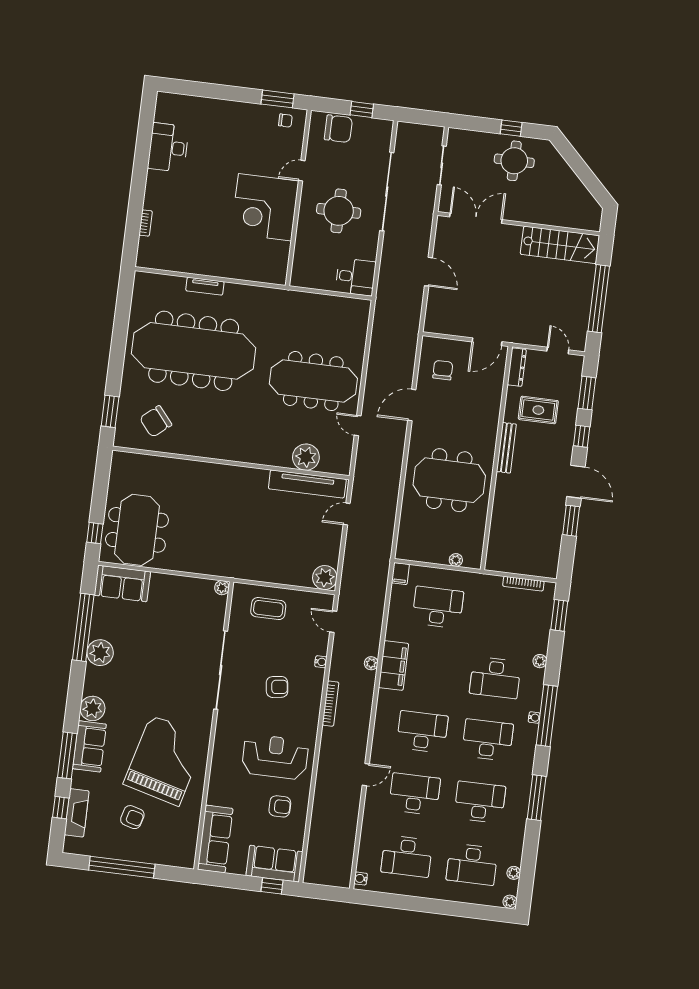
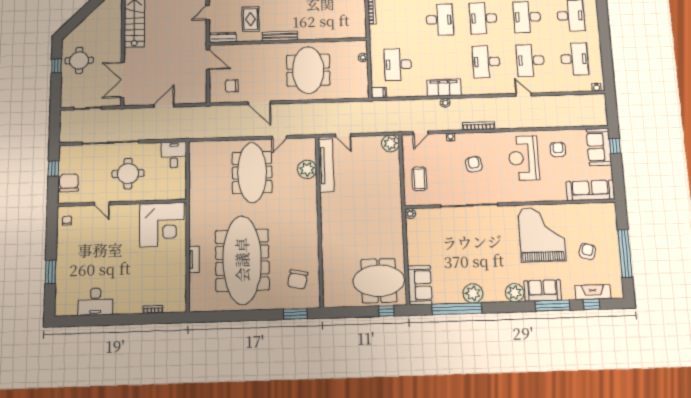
window: (278, 99) -> (51, 272), moved
corner desk: (265, 207) -> (162, 225), moved
chair: (156, 421) -> (298, 279), turned 52
grand piano: (165, 760) -> (542, 235), turned 75

